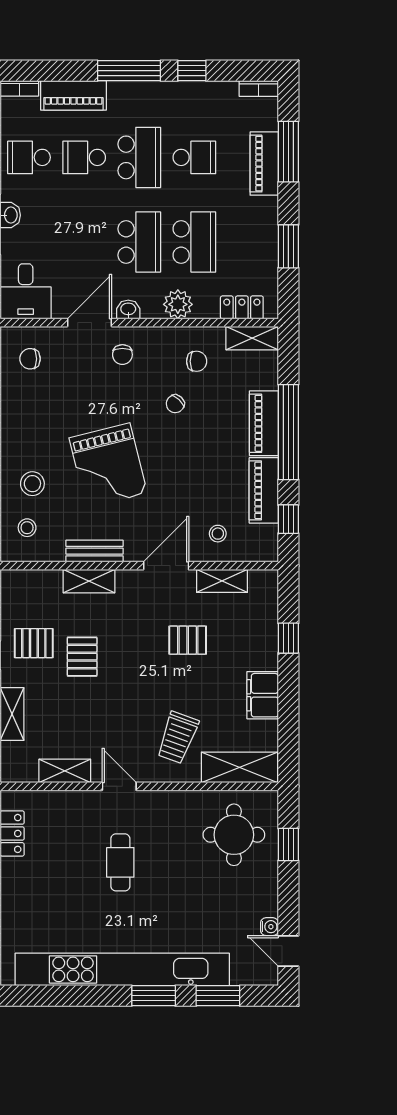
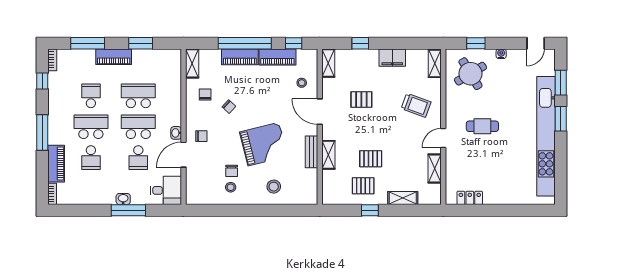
window: (192, 71) -> (42, 81), moved
school desk: (29, 157) -> (138, 158), moved
piano: (264, 164) -> (114, 57), moved
plant: (178, 304) -> (173, 105), removed
locker: (242, 307) -> (175, 69), removed
door: (89, 323) -> (183, 155), hinge flipped
chair: (30, 359) -> (232, 171), moved
stool: (27, 528) -> (231, 187), moved
shelving: (222, 581) -> (328, 63), moved
pallet: (188, 640) -> (361, 100), turned 90
pallet: (34, 643) -> (363, 186), turned 90
shelving: (239, 767) -> (435, 63), width x0.67, depth x0.75
round table: (234, 835) -> (470, 74), turned -31
cafe table: (120, 862) -> (482, 126), moved
water cooler: (269, 927) -> (501, 54), moved

